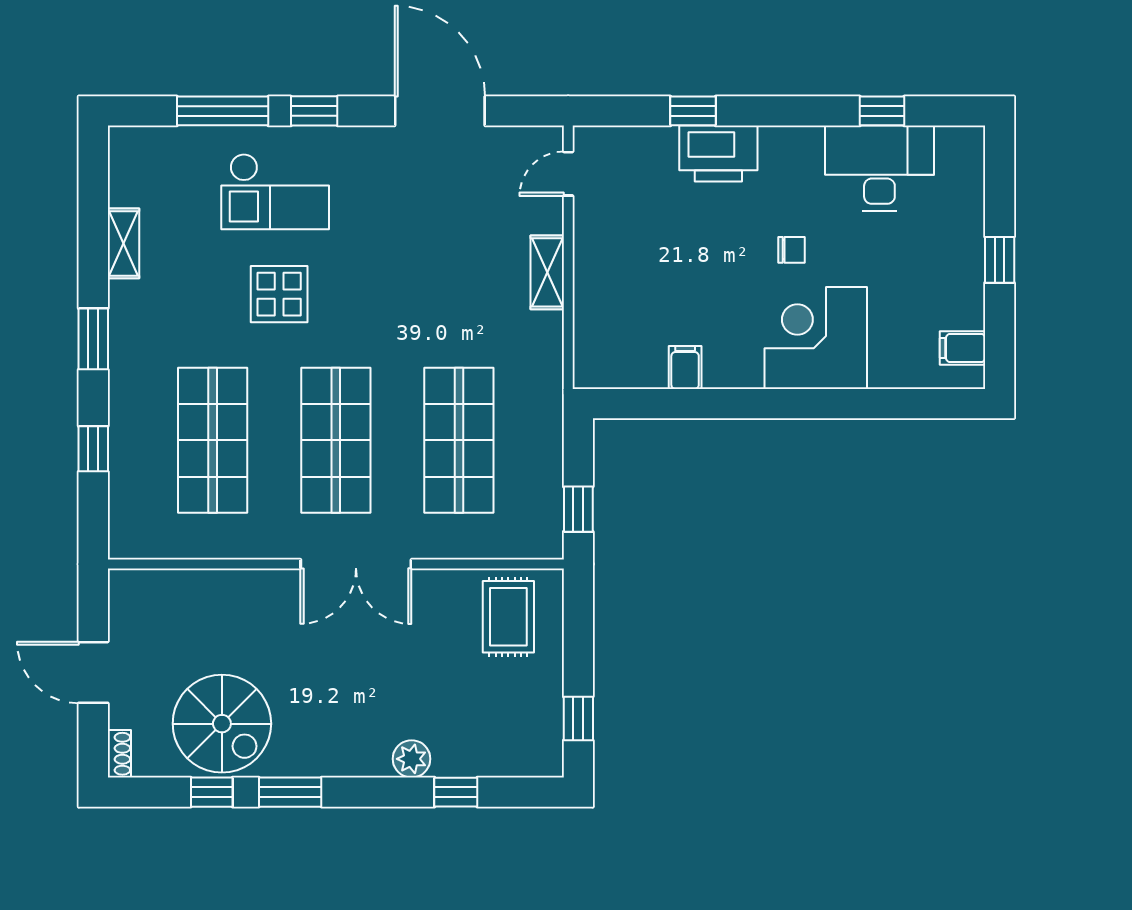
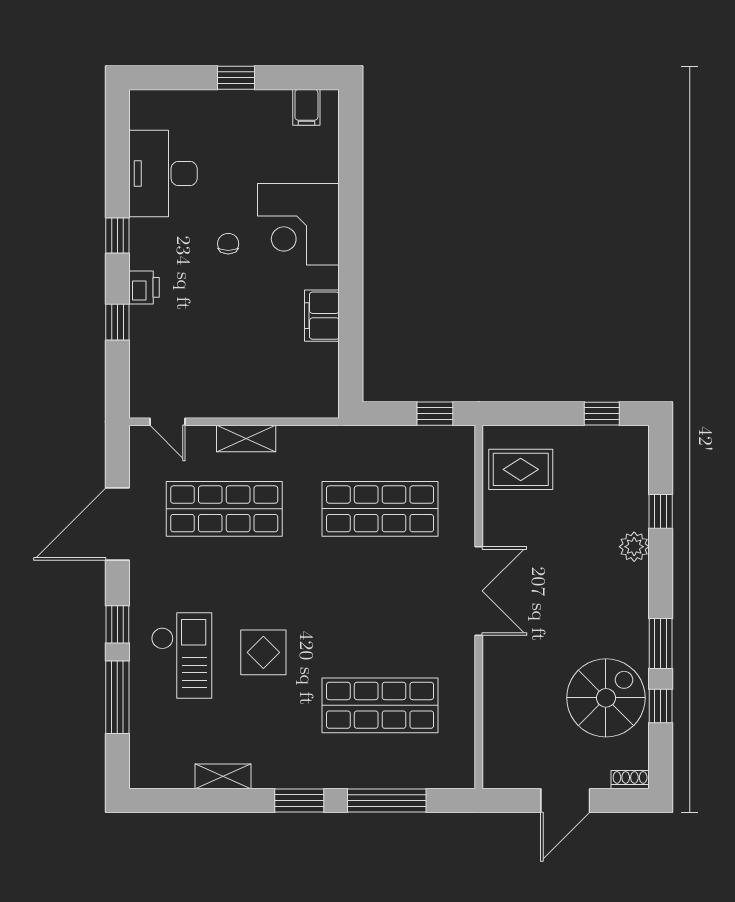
window: (882, 111) -> (117, 235), moved
printer: (718, 154) -> (144, 287), width x0.53, depth x0.68
filing cabinet: (685, 367) -> (322, 316), width x2.00
shop shelf: (336, 440) -> (224, 509), moved
window: (93, 449) -> (387, 800), width x2.17

